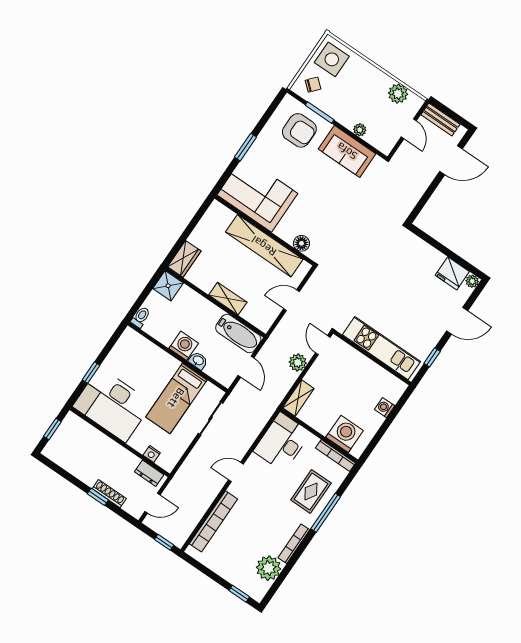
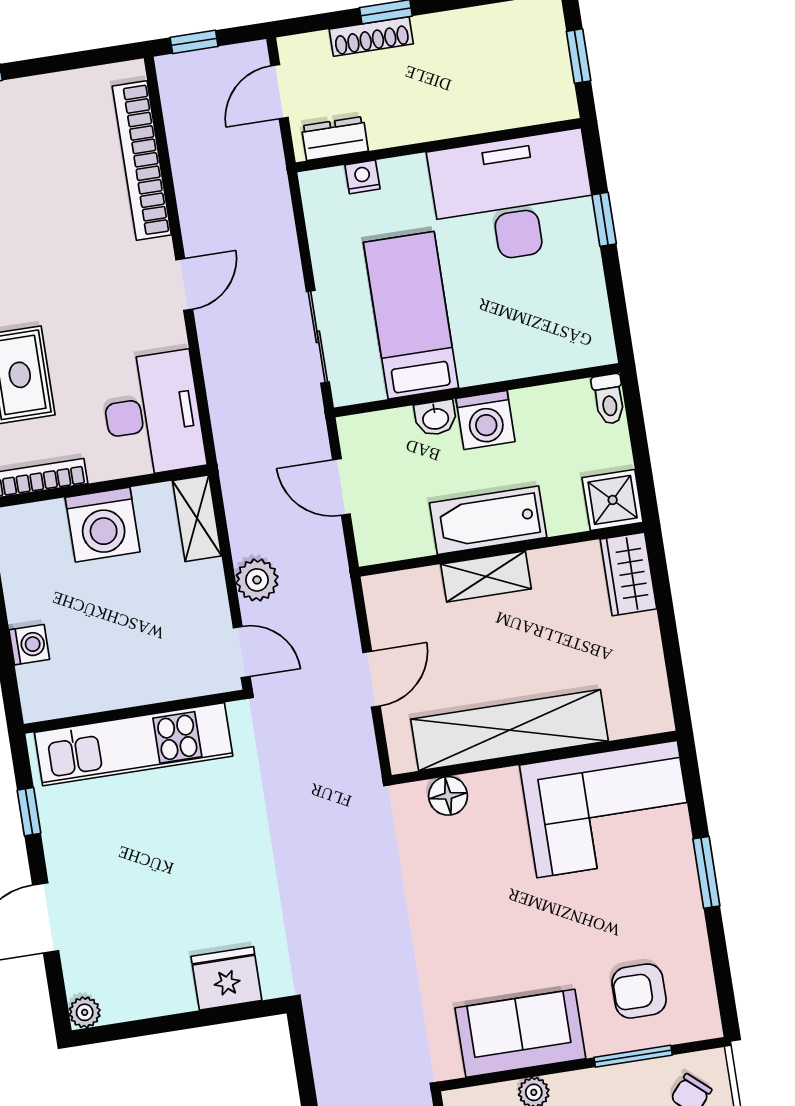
armchair: (299, 130) -> (639, 991), width x0.72, depth x0.72
fridge: (452, 273) -> (226, 978), moved
bathtub: (238, 333) -> (488, 520), moved
washing machine: (345, 434) -> (103, 525), moved

